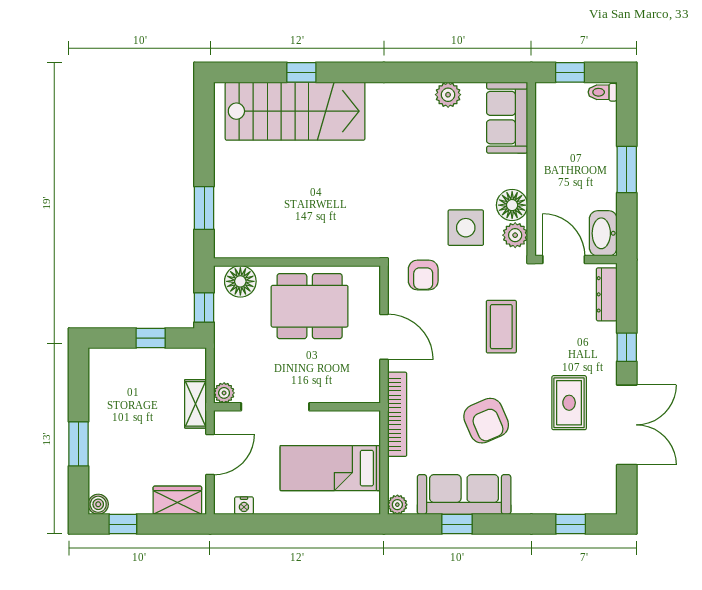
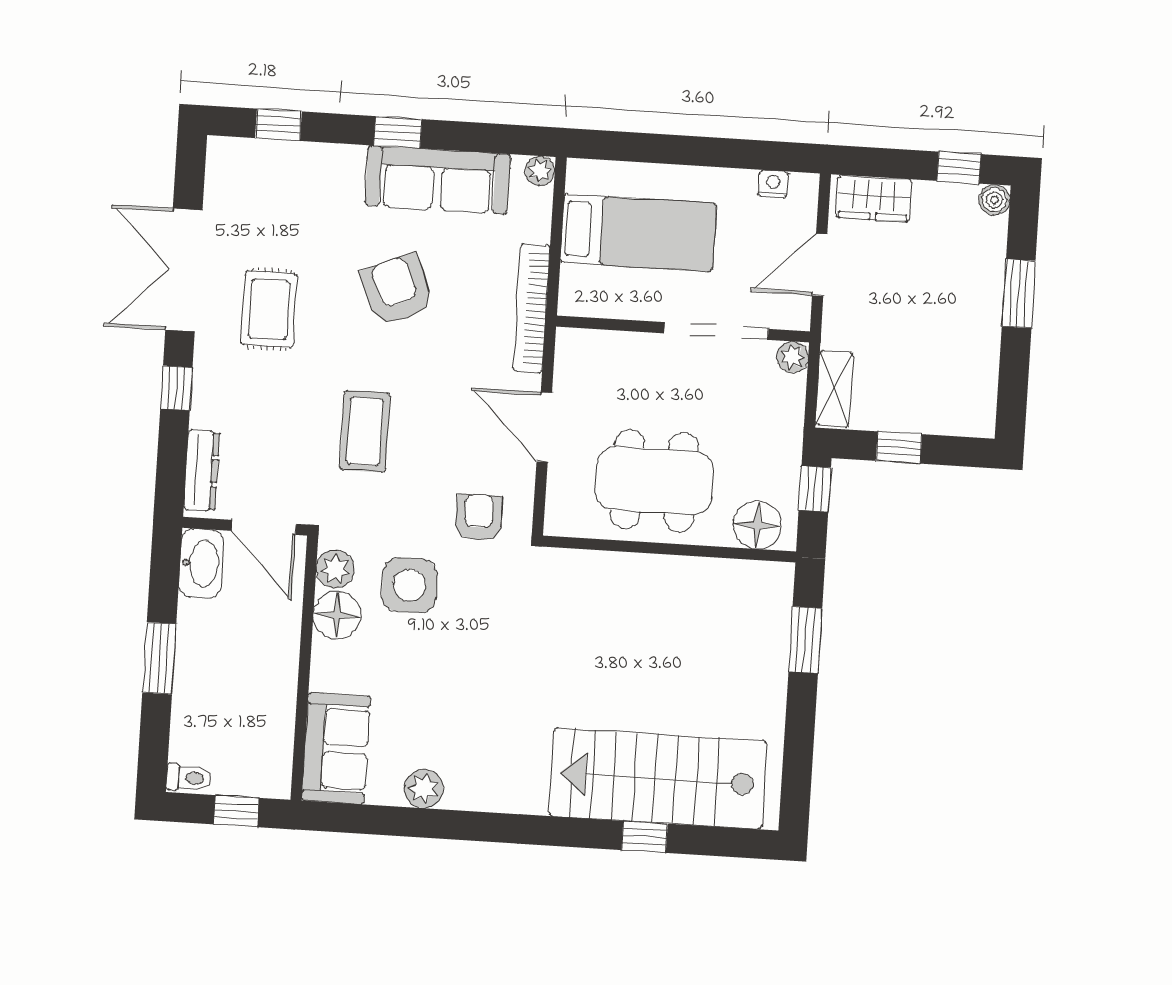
shelving: (196, 404) -> (834, 389), moved
window: (457, 524) -> (398, 132), moved

